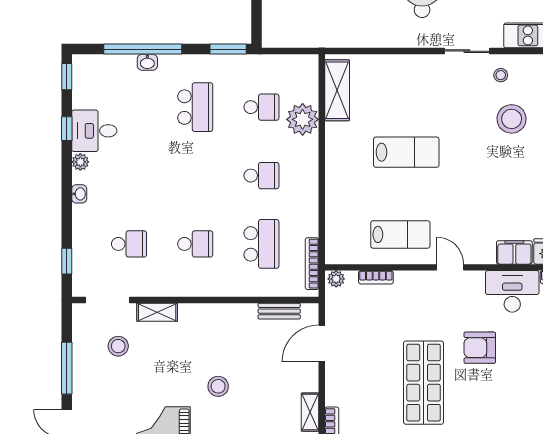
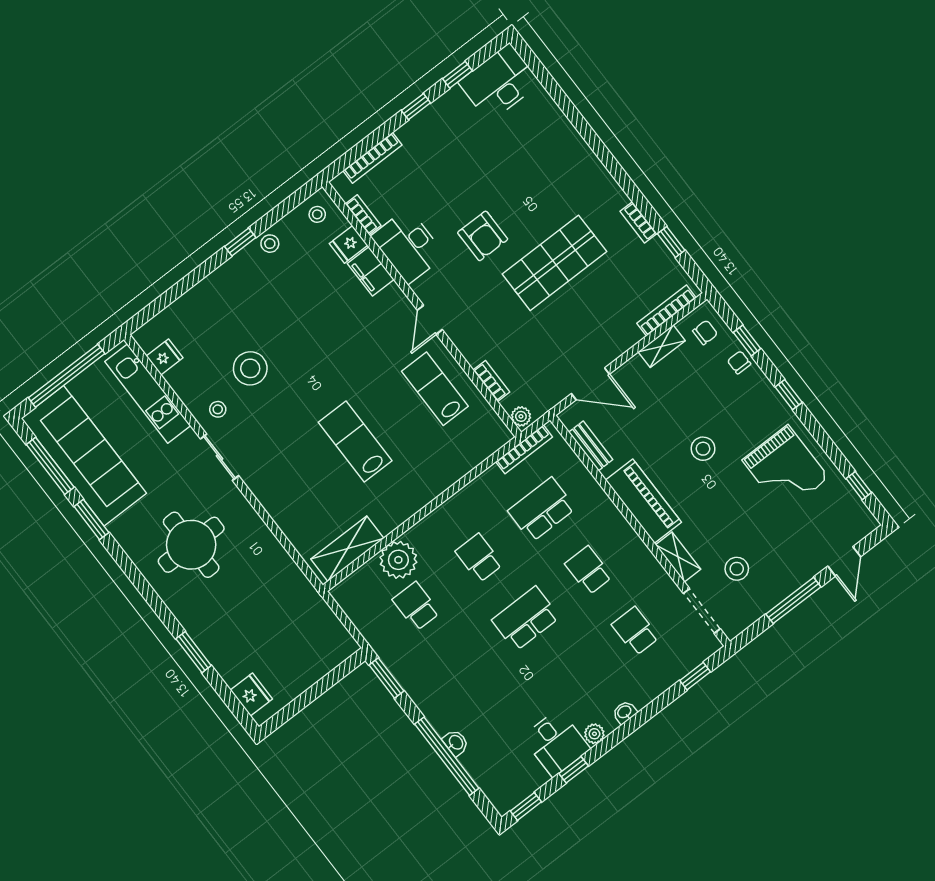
school desk: (195, 107) -> (526, 619), moved
piano: (214, 318) -> (644, 501), added

